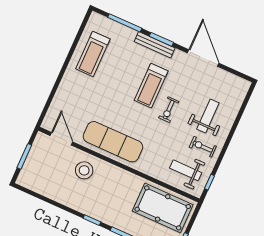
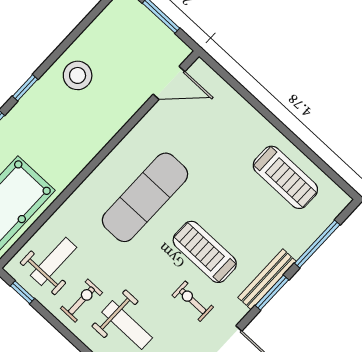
treadmill: (93, 54) -> (285, 177), turned 180
exercise bike: (169, 110) -> (193, 301), moved
exercise mat: (113, 142) -> (145, 197), moved
stool: (84, 170) -> (78, 75), moved

